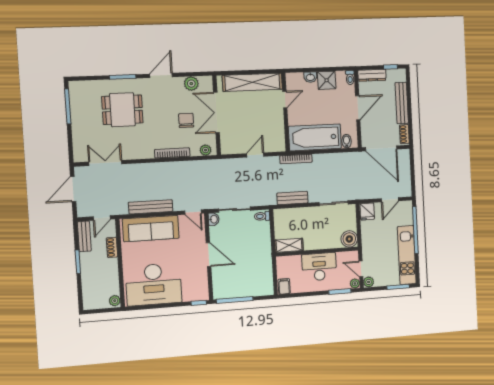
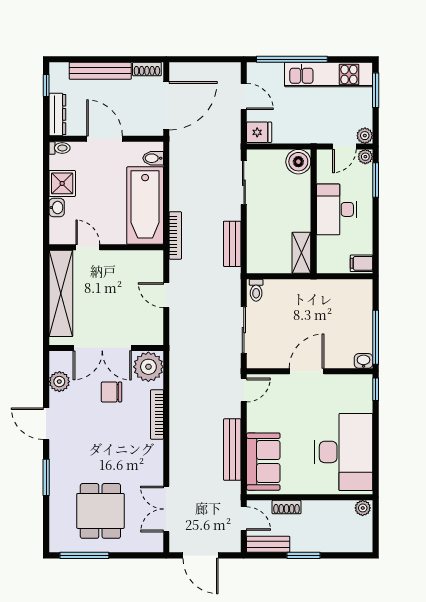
dining table: (122, 110) -> (100, 511), moved
plant: (206, 150) -> (148, 367), width x1.87, depth x1.87
washbasin: (214, 219) -> (364, 361), moved
sofa: (151, 229) -> (263, 462), width x0.73

